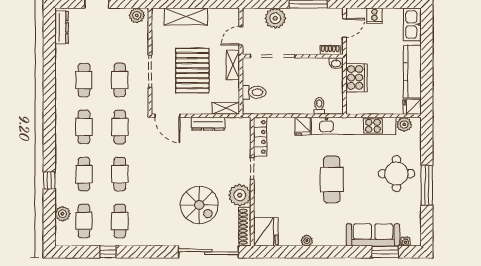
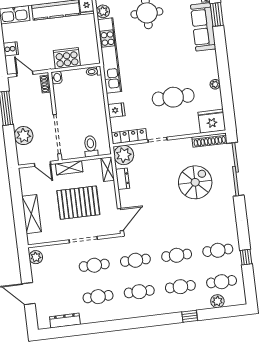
dresser: (62, 27) -> (65, 321), moved
toilet: (319, 106) -> (94, 71), moved
dresser: (208, 124) -> (123, 179), width x0.70
fridge: (303, 126) -> (116, 110), moved
cafe table: (332, 179) -> (173, 97), moved
plant: (240, 195) -> (124, 155), moved

